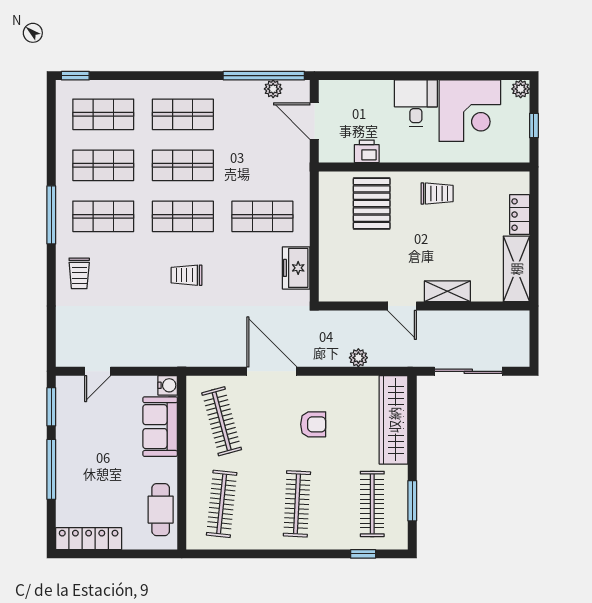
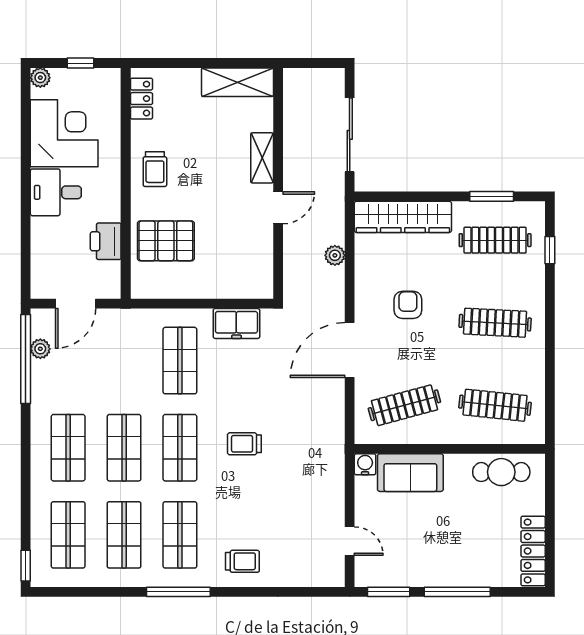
printer: (367, 151) -> (106, 241), width x1.36, depth x1.24
trolley: (437, 194) -> (155, 169), turned 180
locker: (520, 215) -> (141, 99), moved, turned -90
trolley: (186, 275) -> (244, 444), turned 90

